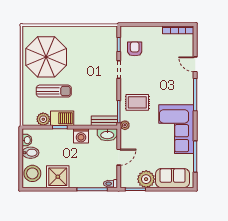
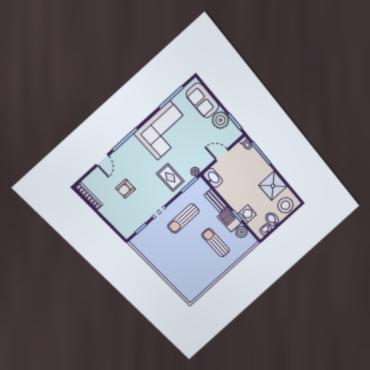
armchair: (135, 49) -> (125, 189), moved
parasol: (46, 57) -> (197, 269), removed
sun lounger: (97, 84) -> (183, 219), added
bench: (104, 121) -> (216, 201), moved
washing machine: (81, 136) -> (247, 214), moved

